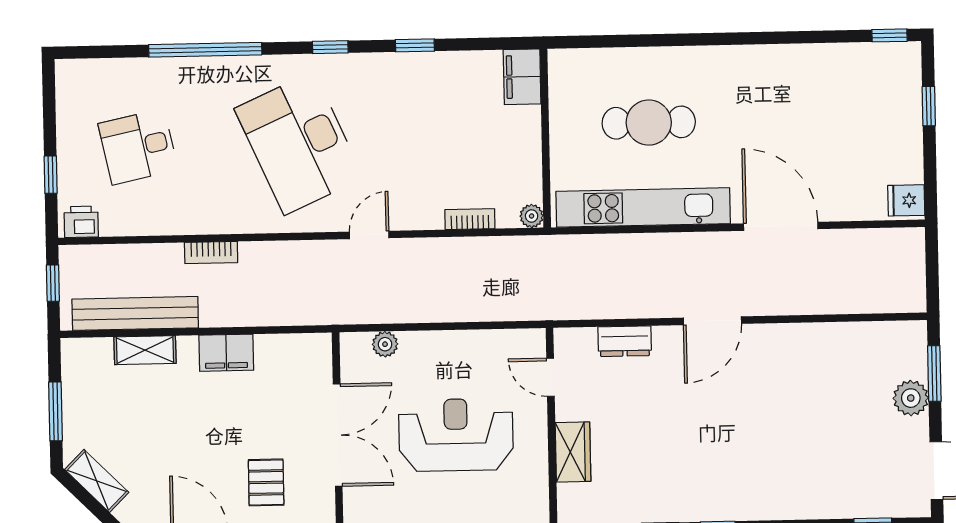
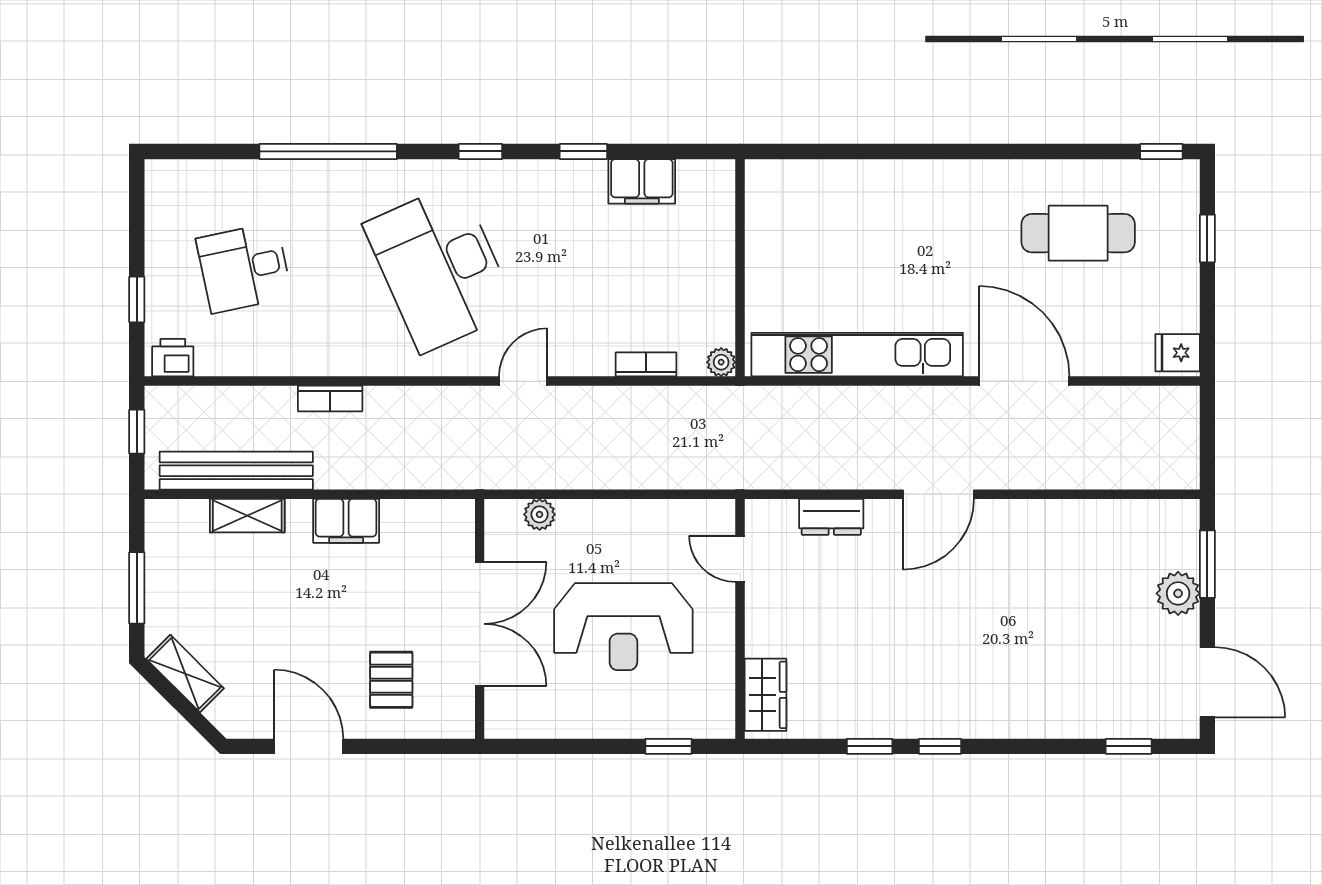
filing cabinet: (522, 77) -> (642, 181), moved, turned -90
cafe table: (649, 123) -> (1078, 233), moved
reception desk: (456, 435) -> (623, 627), turned 180
wardrobe: (573, 452) -> (765, 695), moved

